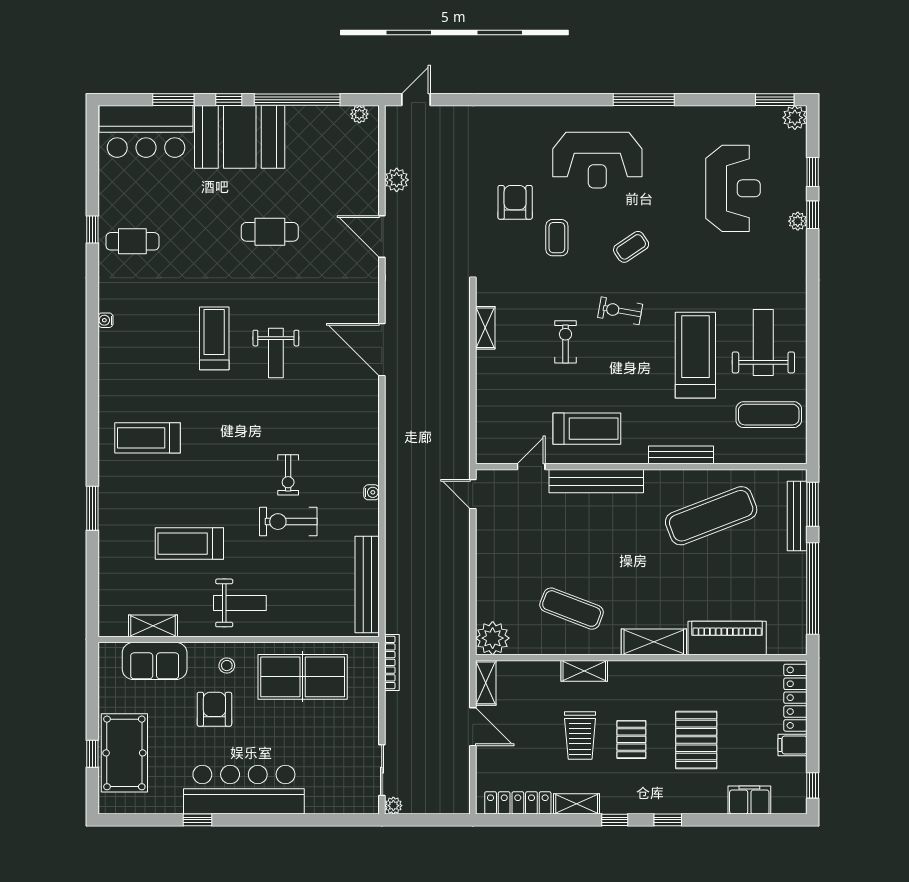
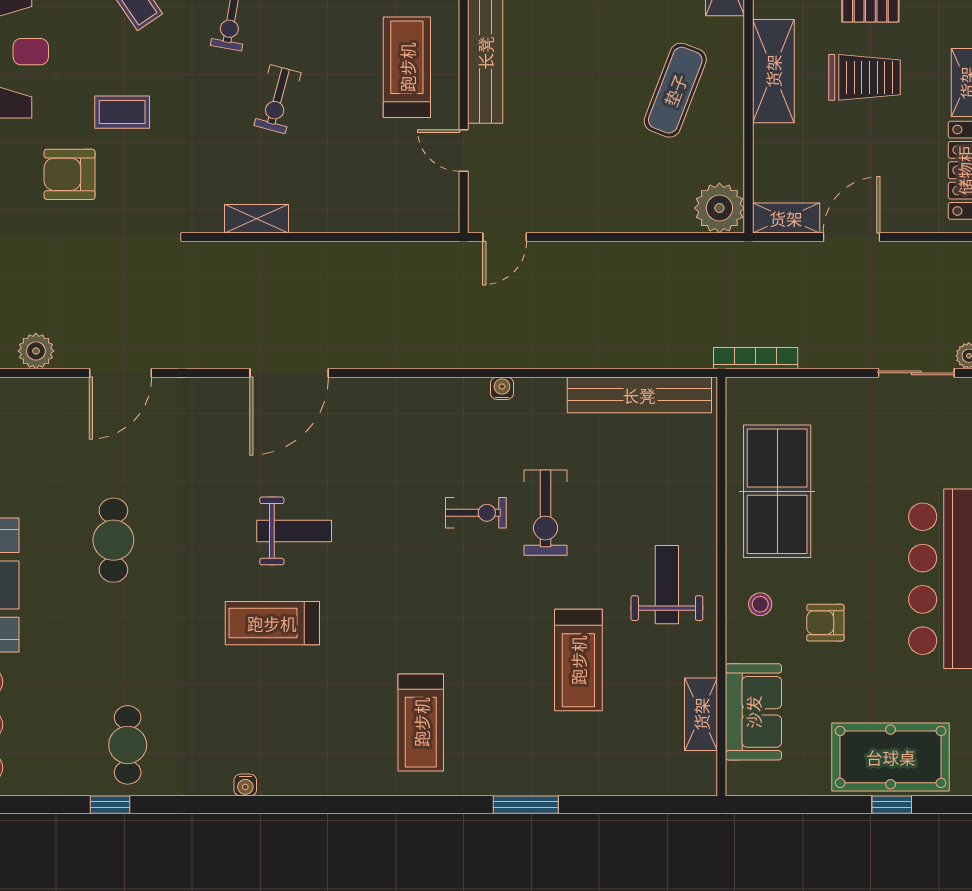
exercise bike: (565, 342) -> (278, 99), turned -75
shelving: (584, 671) -> (773, 71), width x1.50, depth x1.33
armchair: (214, 709) -> (825, 623), width x0.72, depth x0.72

